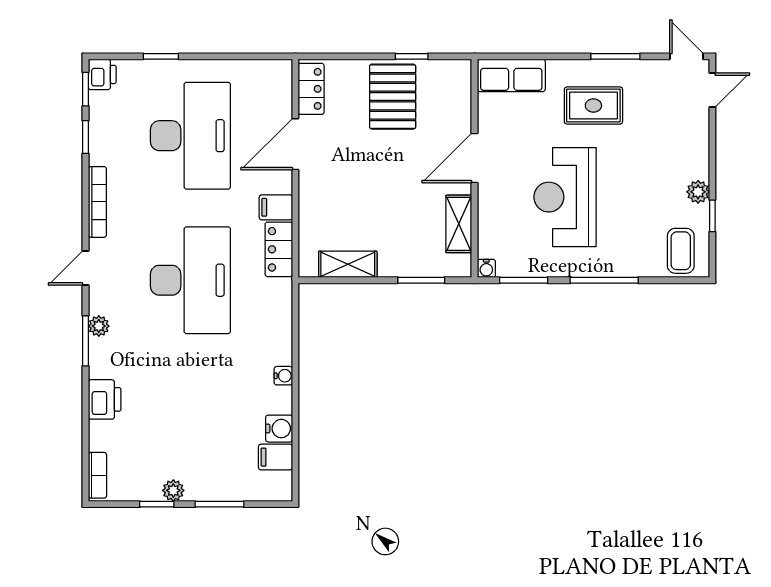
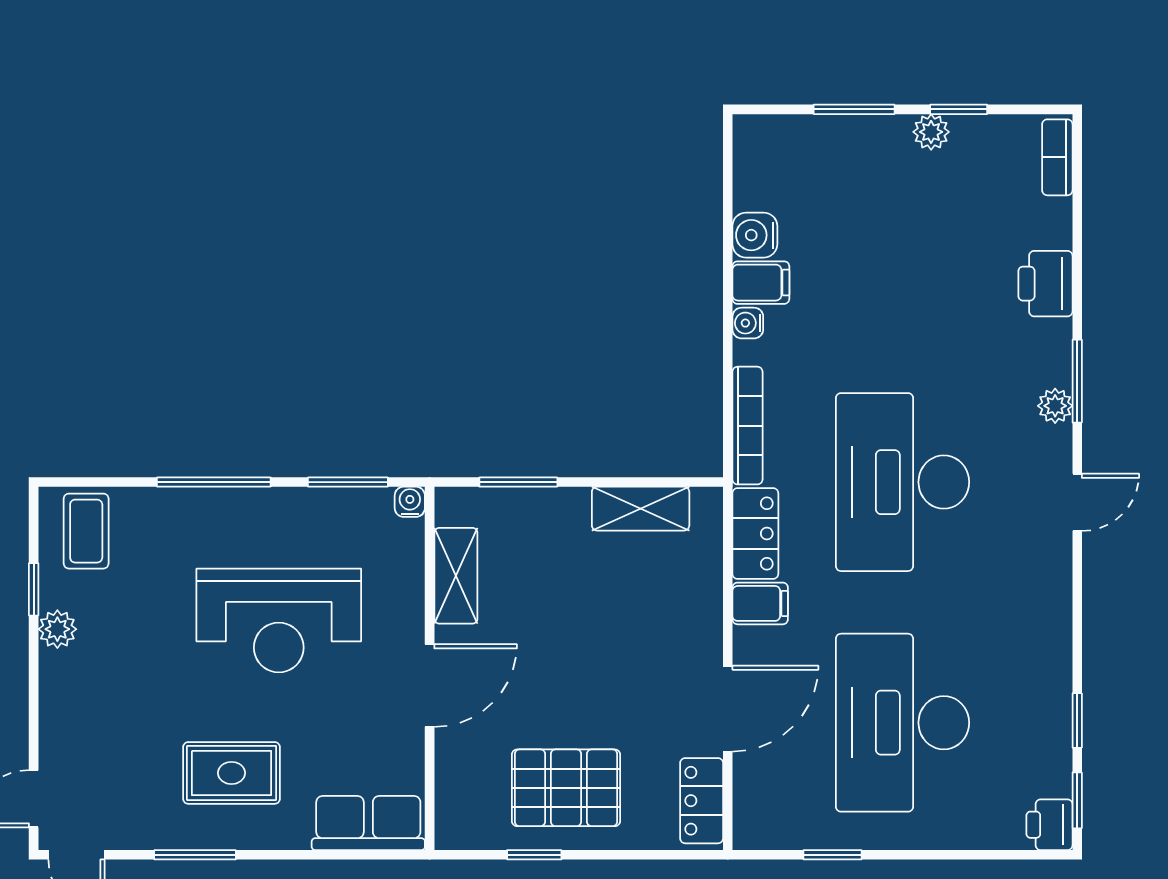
window: (161, 56) -> (833, 855), moved
pallet: (393, 97) -> (566, 788), turned 90
reception desk: (565, 197) -> (279, 621), turned 90
bookcase: (97, 202) -> (747, 426), moved, turned 180
filing cabinet: (276, 457) -> (761, 283), moved

